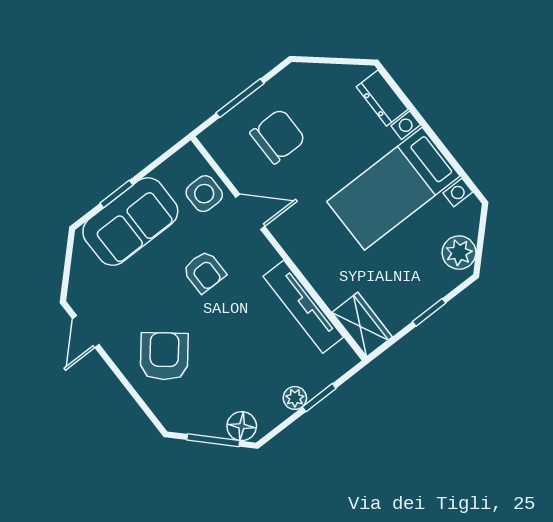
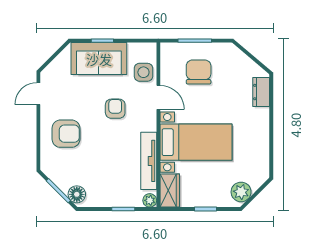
chair: (278, 136) -> (199, 72), turned -90
bed with nightstands: (393, 189) -> (196, 142), moved, turned 180
armchair: (204, 272) -> (115, 109), turned 180
armchair: (164, 356) -> (66, 134), turned 51
plant: (295, 398) -> (150, 200), moved

